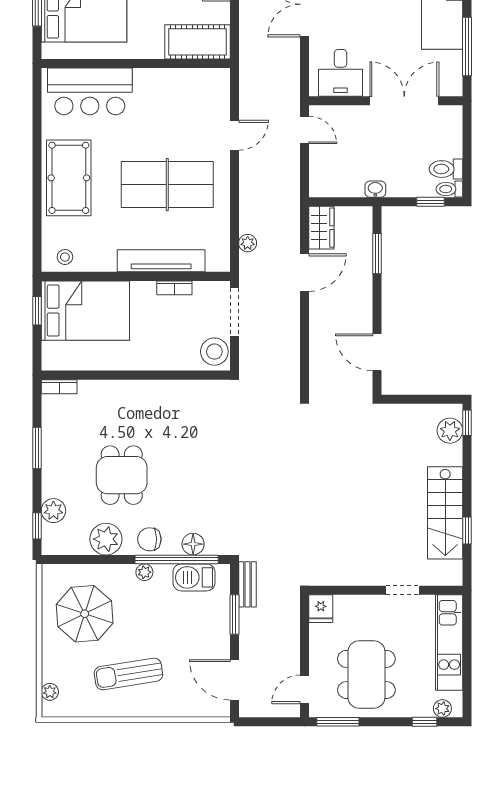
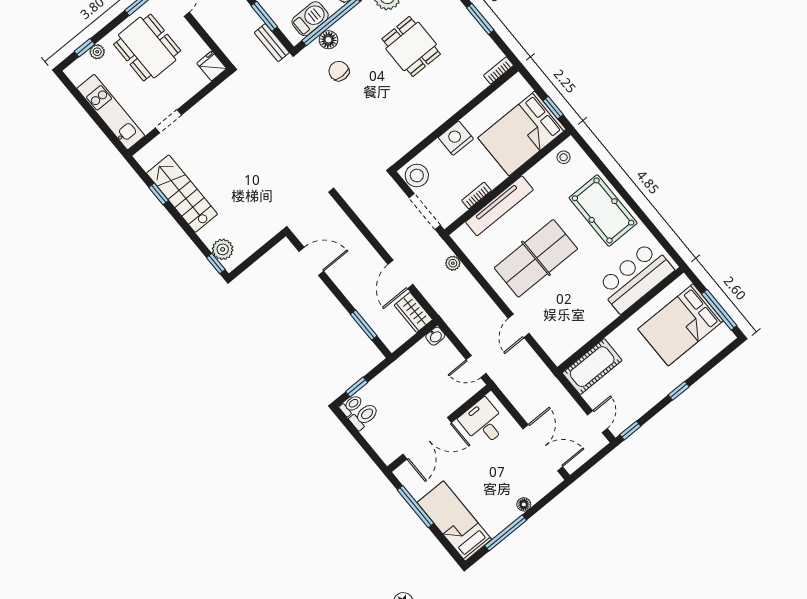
washbasin: (375, 189) -> (435, 336), moved
nightstand: (150, 356) -> (456, 138), added
chair: (149, 539) -> (339, 71), moved, turned -90
plant: (442, 709) -> (97, 52), moved

